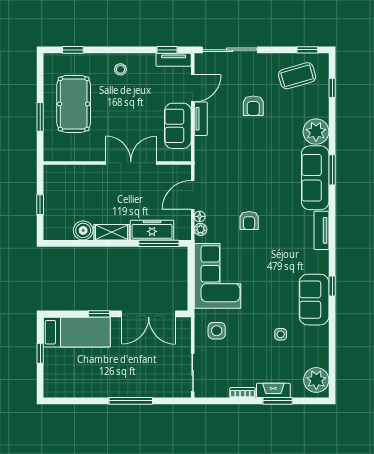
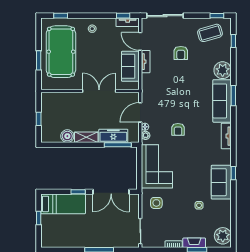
door: (193, 88) -> (140, 41), swing flipped
pool table: (74, 104) -> (61, 52), width x1.36, depth x1.32

